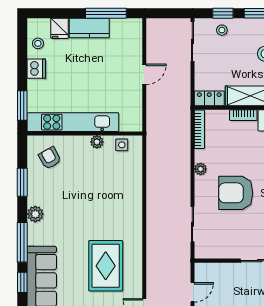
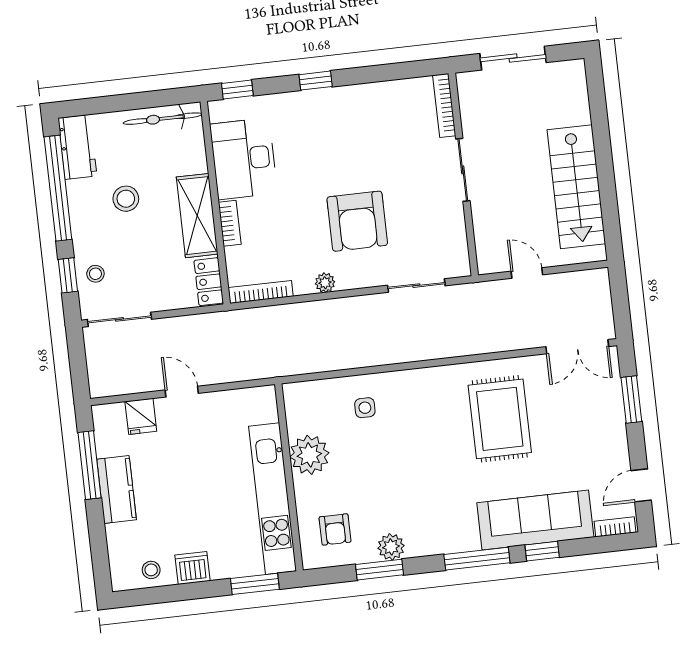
fridge: (60, 28) -> (141, 416), moved, turned 90
plant: (97, 142) -> (309, 455), width x1.88, depth x1.88
side table: (122, 145) -> (365, 408), moved
armchair: (50, 158) -> (335, 529), turned -61
plant: (35, 214) -> (391, 547), moved
rug: (106, 266) -> (500, 419), turned 90

